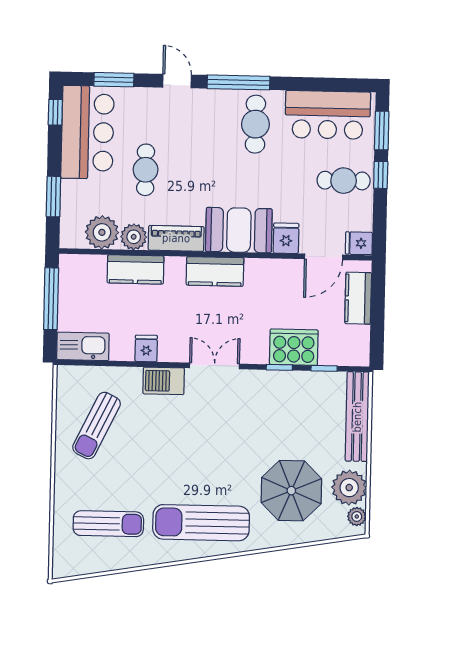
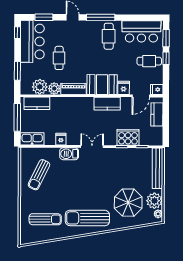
kitchen counter: (136, 269) -> (37, 103), moved
kitchen counter: (215, 271) -> (107, 104), moved

